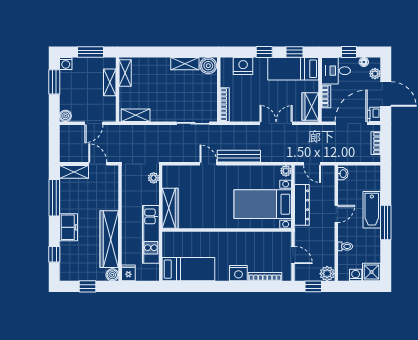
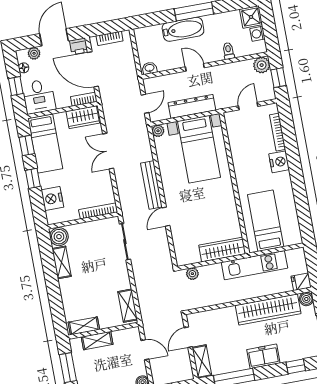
bookcase: (326, 96) -> (84, 99), moved
bed: (188, 269) -> (266, 221), moved

